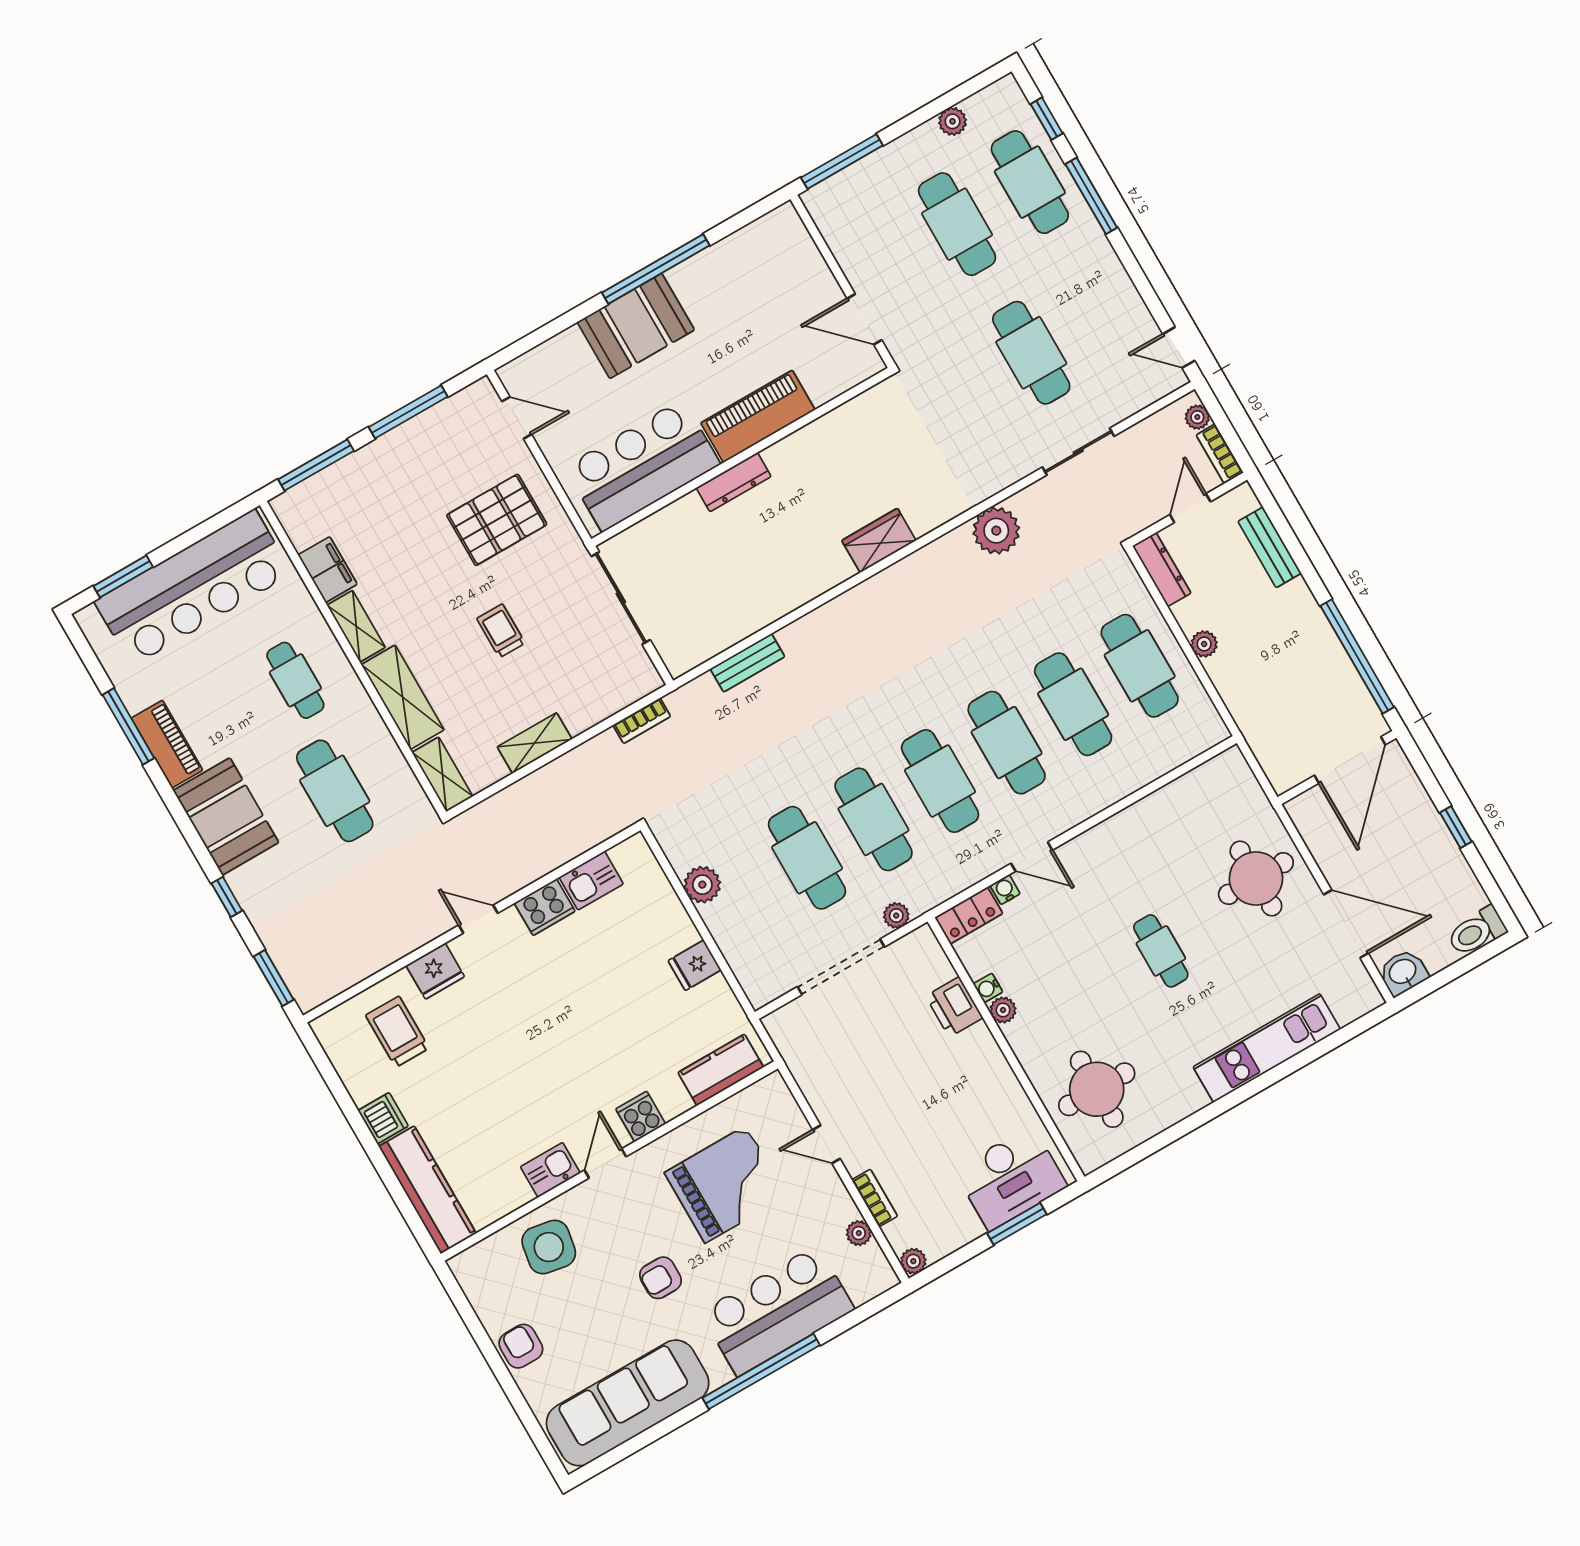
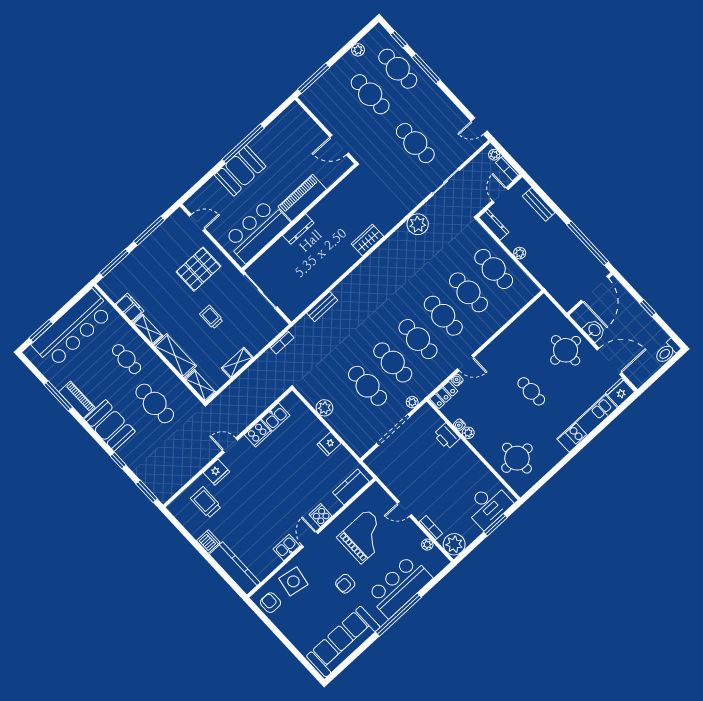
washbasin: (1403, 972) -> (594, 330), moved, turned 90
fridge: (1354, 997) -> (620, 392), added
plant: (913, 1261) -> (454, 544), width x1.88, depth x1.88
armchair: (521, 1346) -> (270, 603), moved

